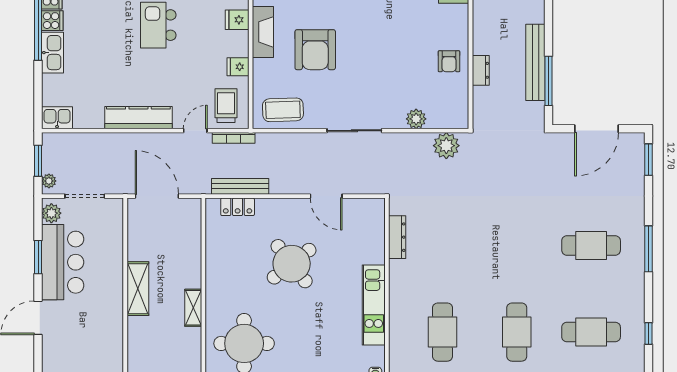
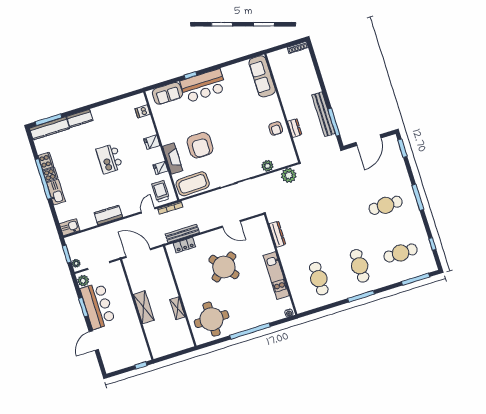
fireplace: (263, 32) -> (173, 159), moved
coffee table: (283, 110) -> (193, 184), width x1.36, depth x1.32
kitchen counter: (138, 118) -> (108, 215), width x0.67

